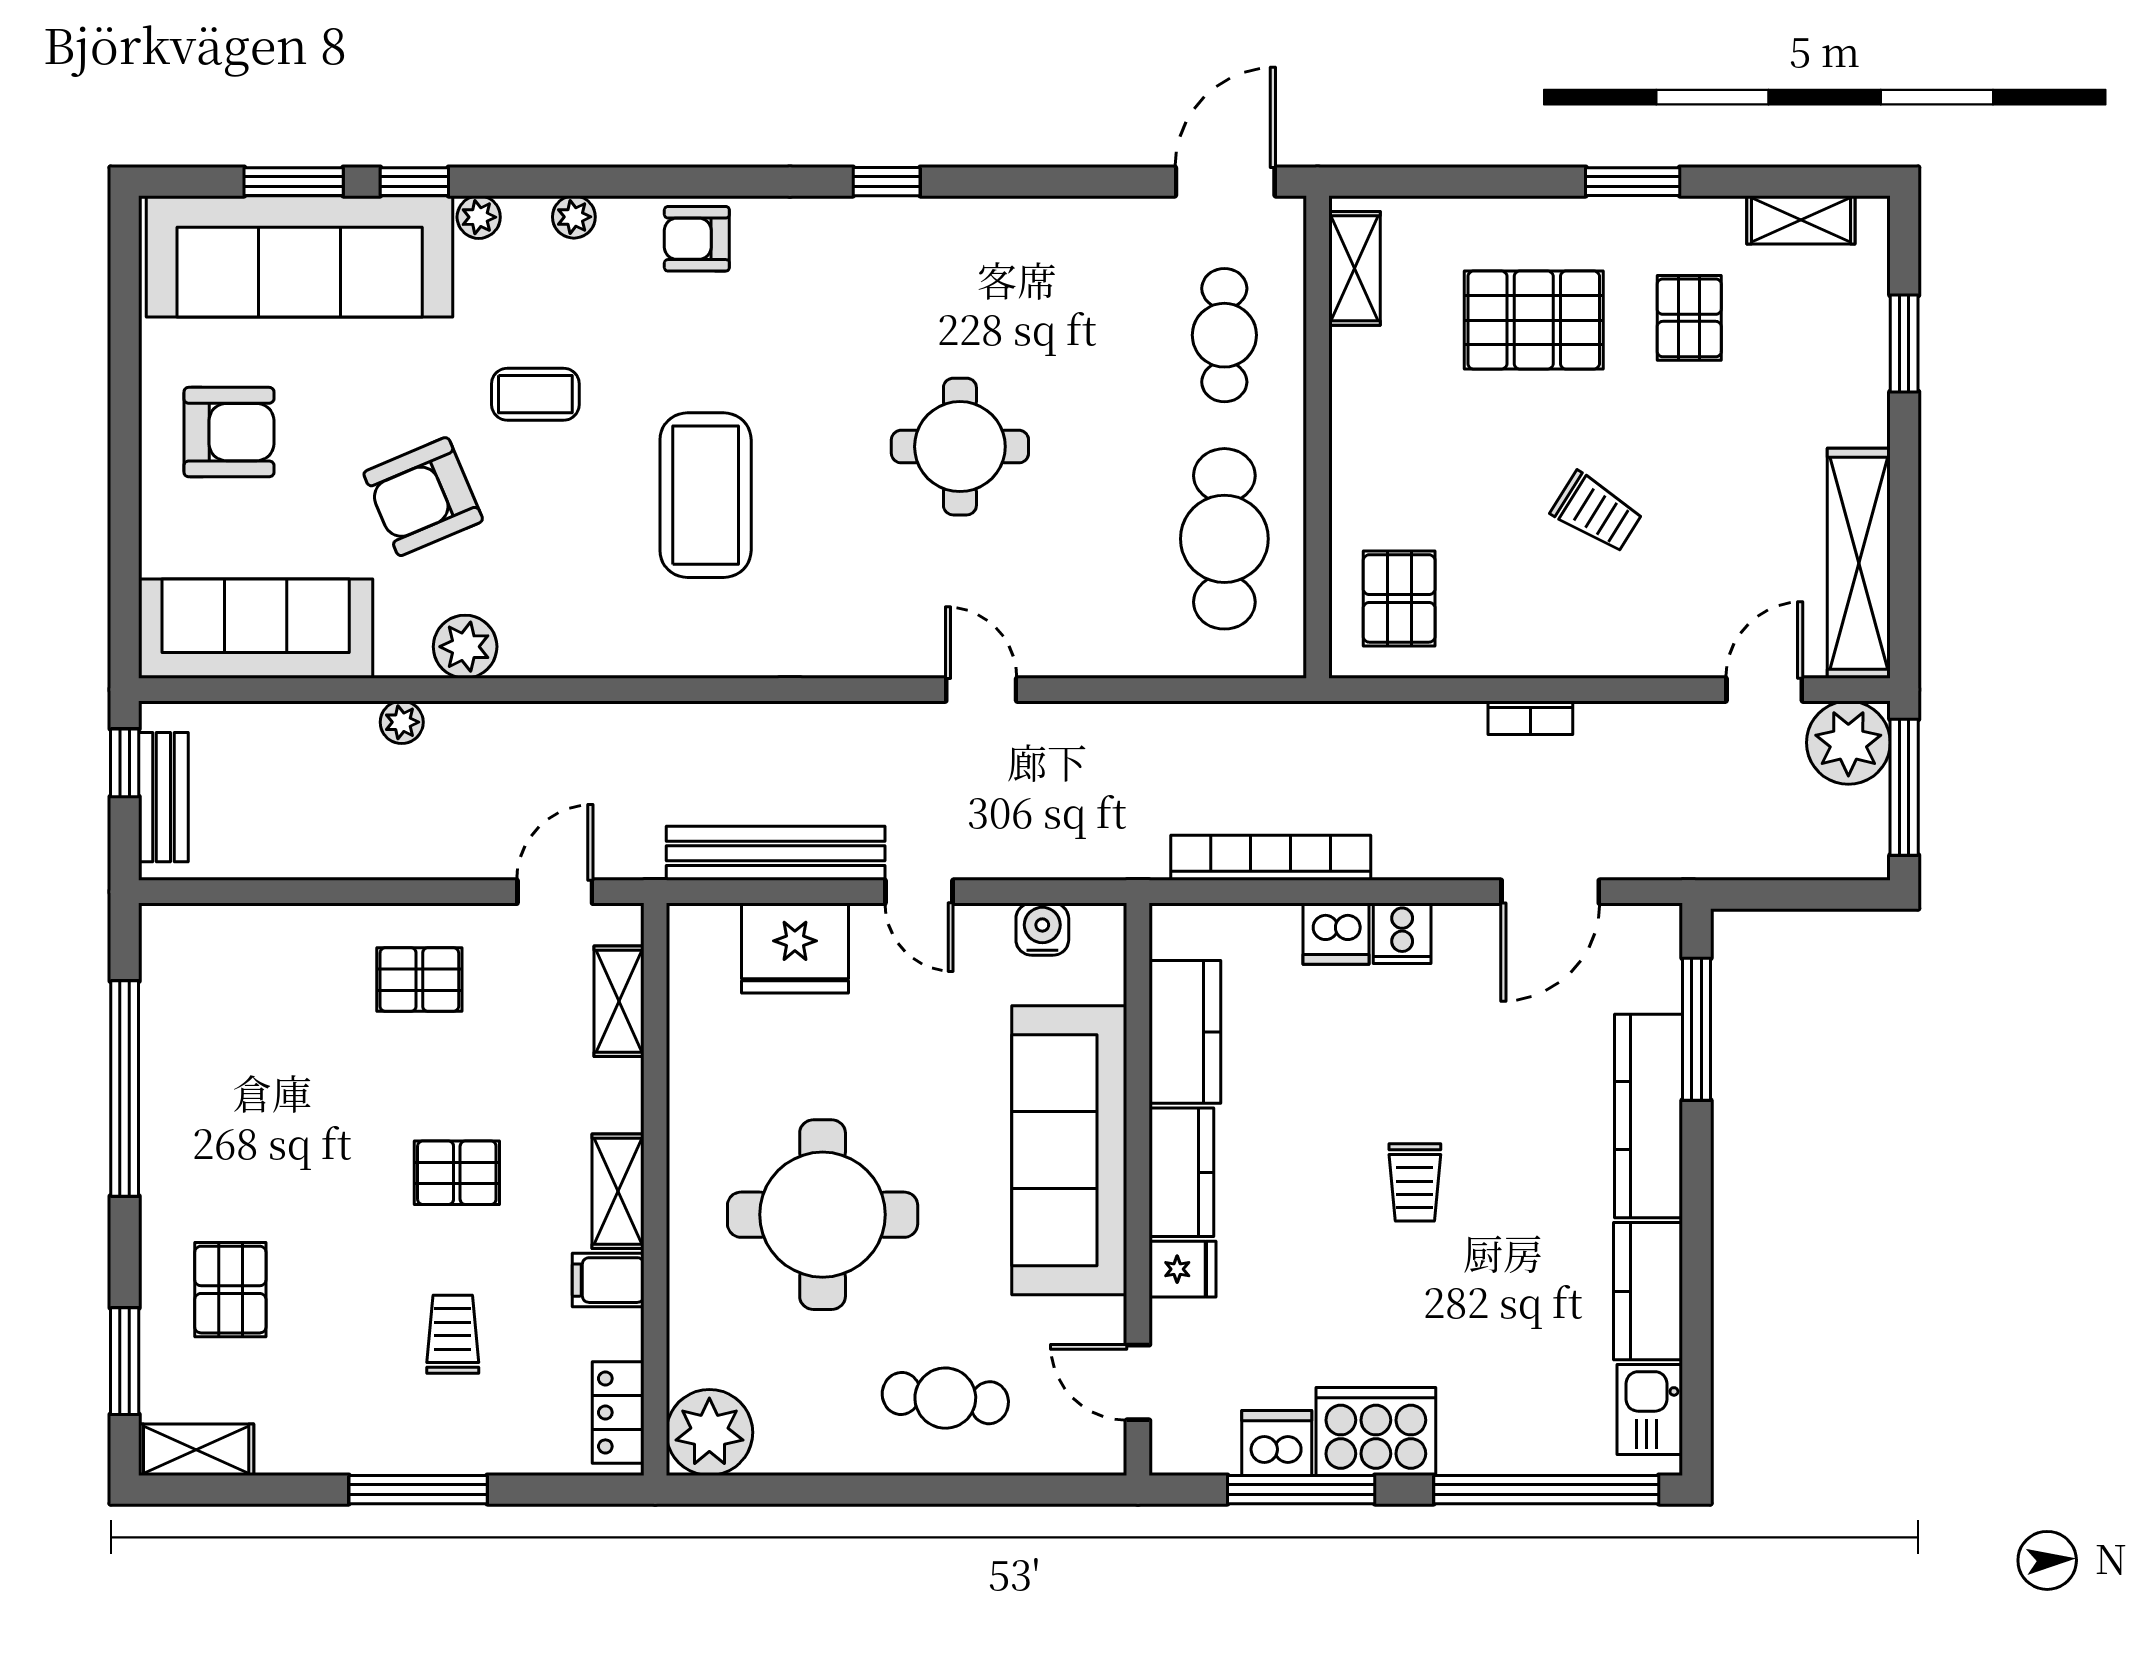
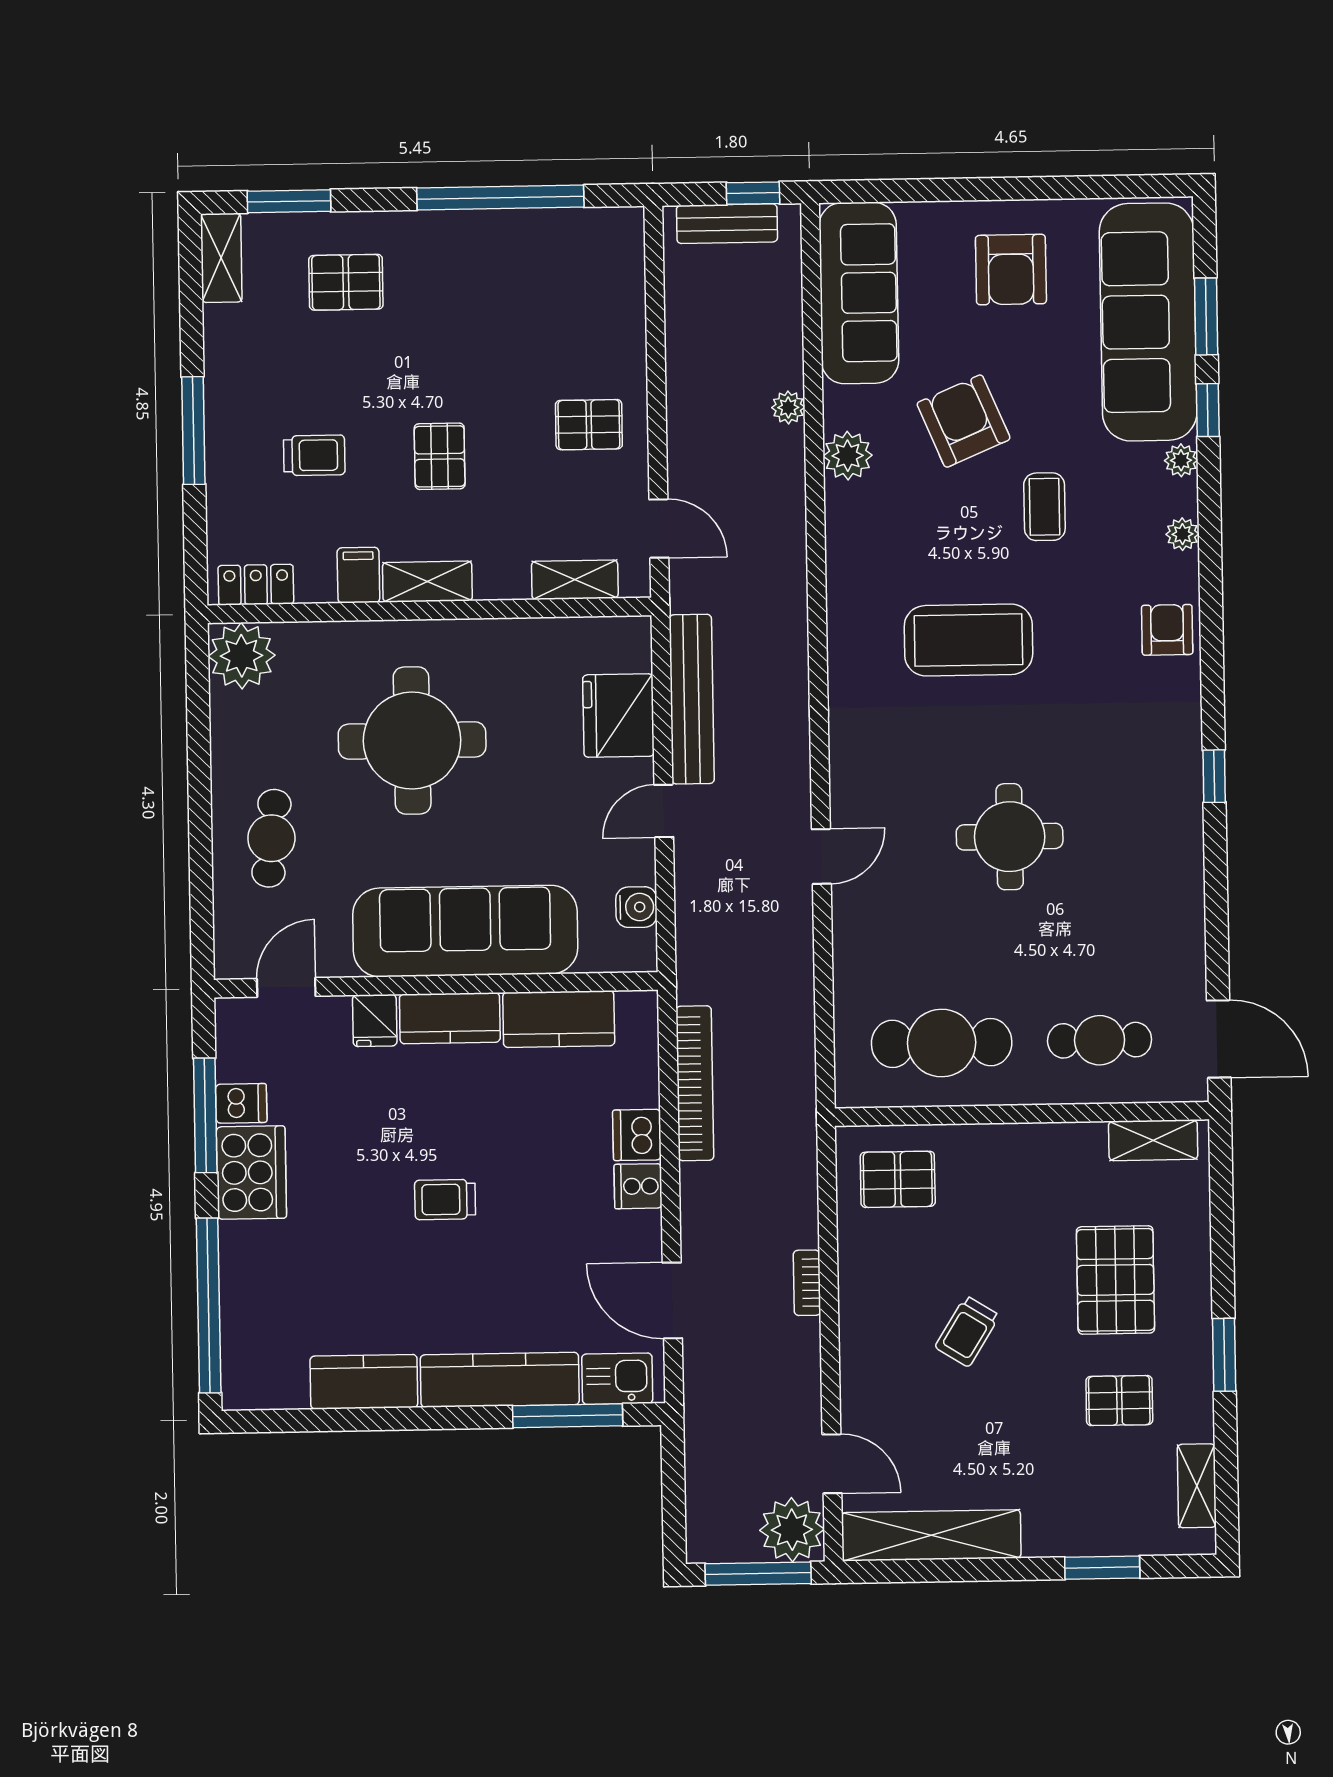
pallet: (419, 980) -> (589, 425), turned 90
kitchen sink: (1650, 1409) -> (617, 1379), moved
dishwasher: (1277, 1443) -> (241, 1103), width x0.73

